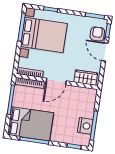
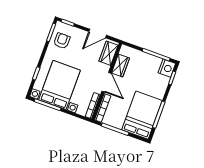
armchair: (97, 34) -> (62, 41), moved, turned 90
door: (105, 52) -> (98, 33), moved
wardrobe: (76, 92) -> (120, 66), added
nightstand: (85, 126) -> (167, 68), moved, turned 90

